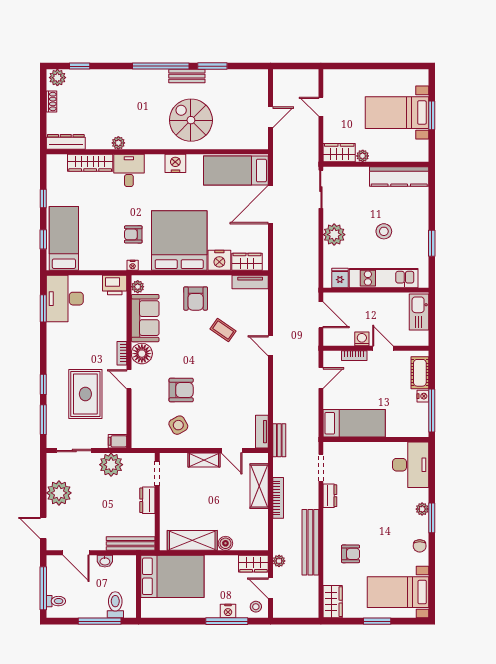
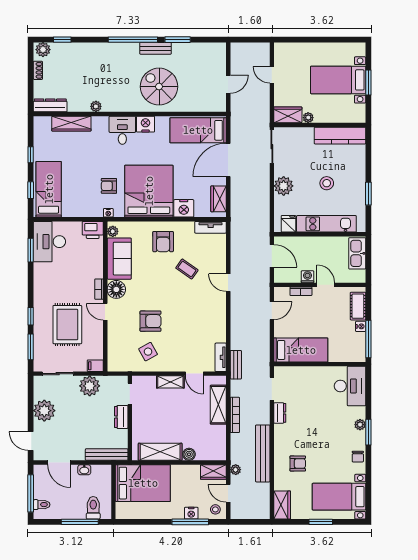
desk: (129, 170) -> (122, 130), moved
wardrobe: (247, 262) -> (219, 199), moved, turned -90

